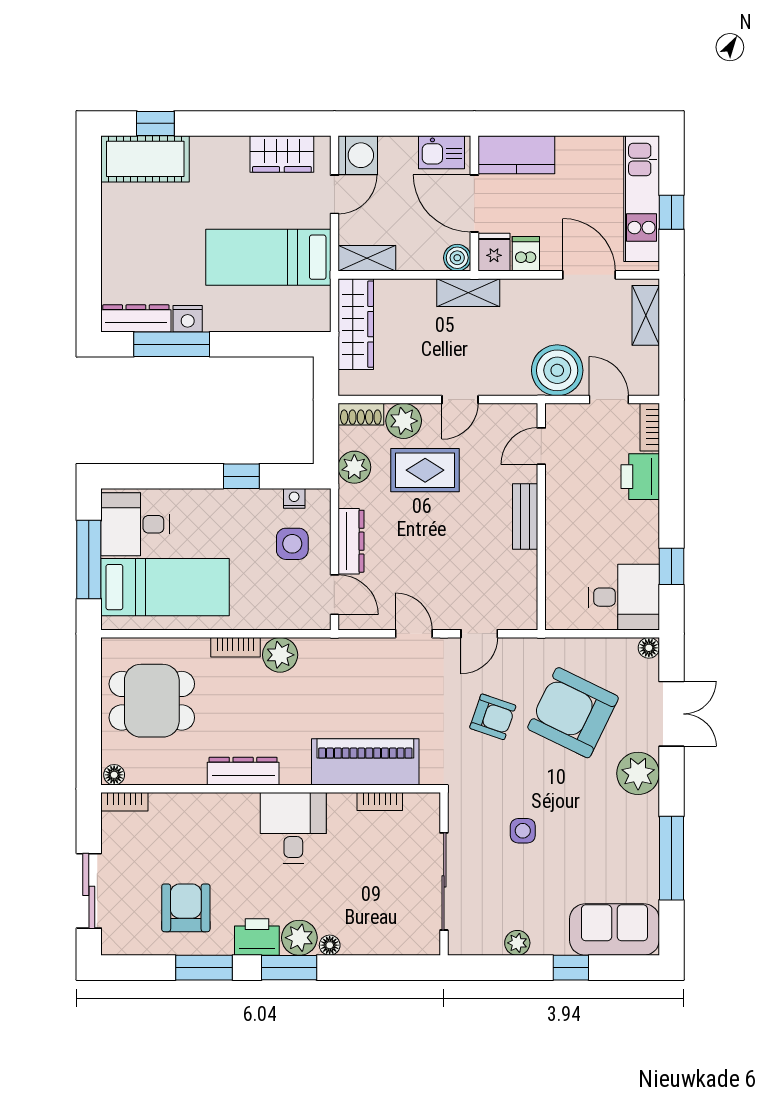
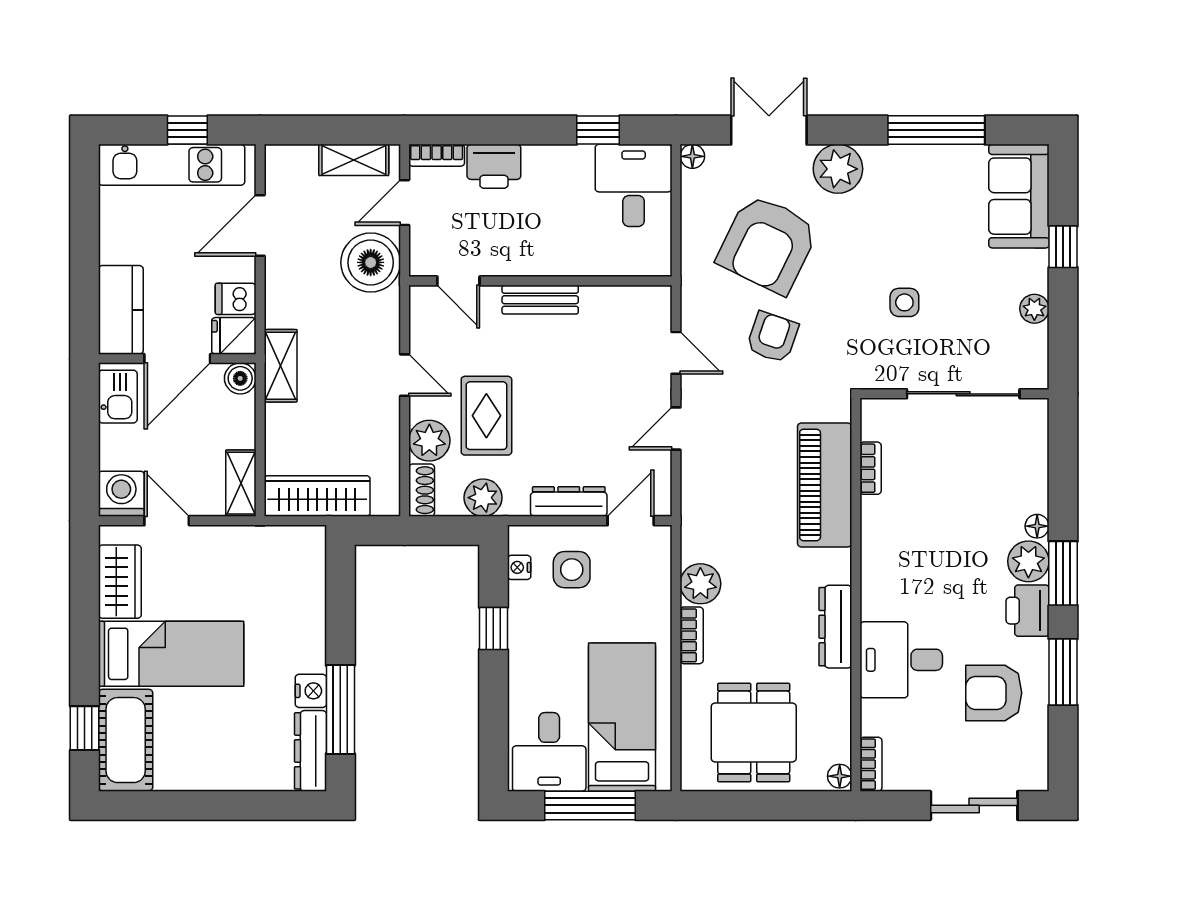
bed: (268, 257) -> (171, 654), moved, turned -90
shelving: (646, 315) -> (354, 160), moved
desk: (293, 828) -> (901, 660), moved

